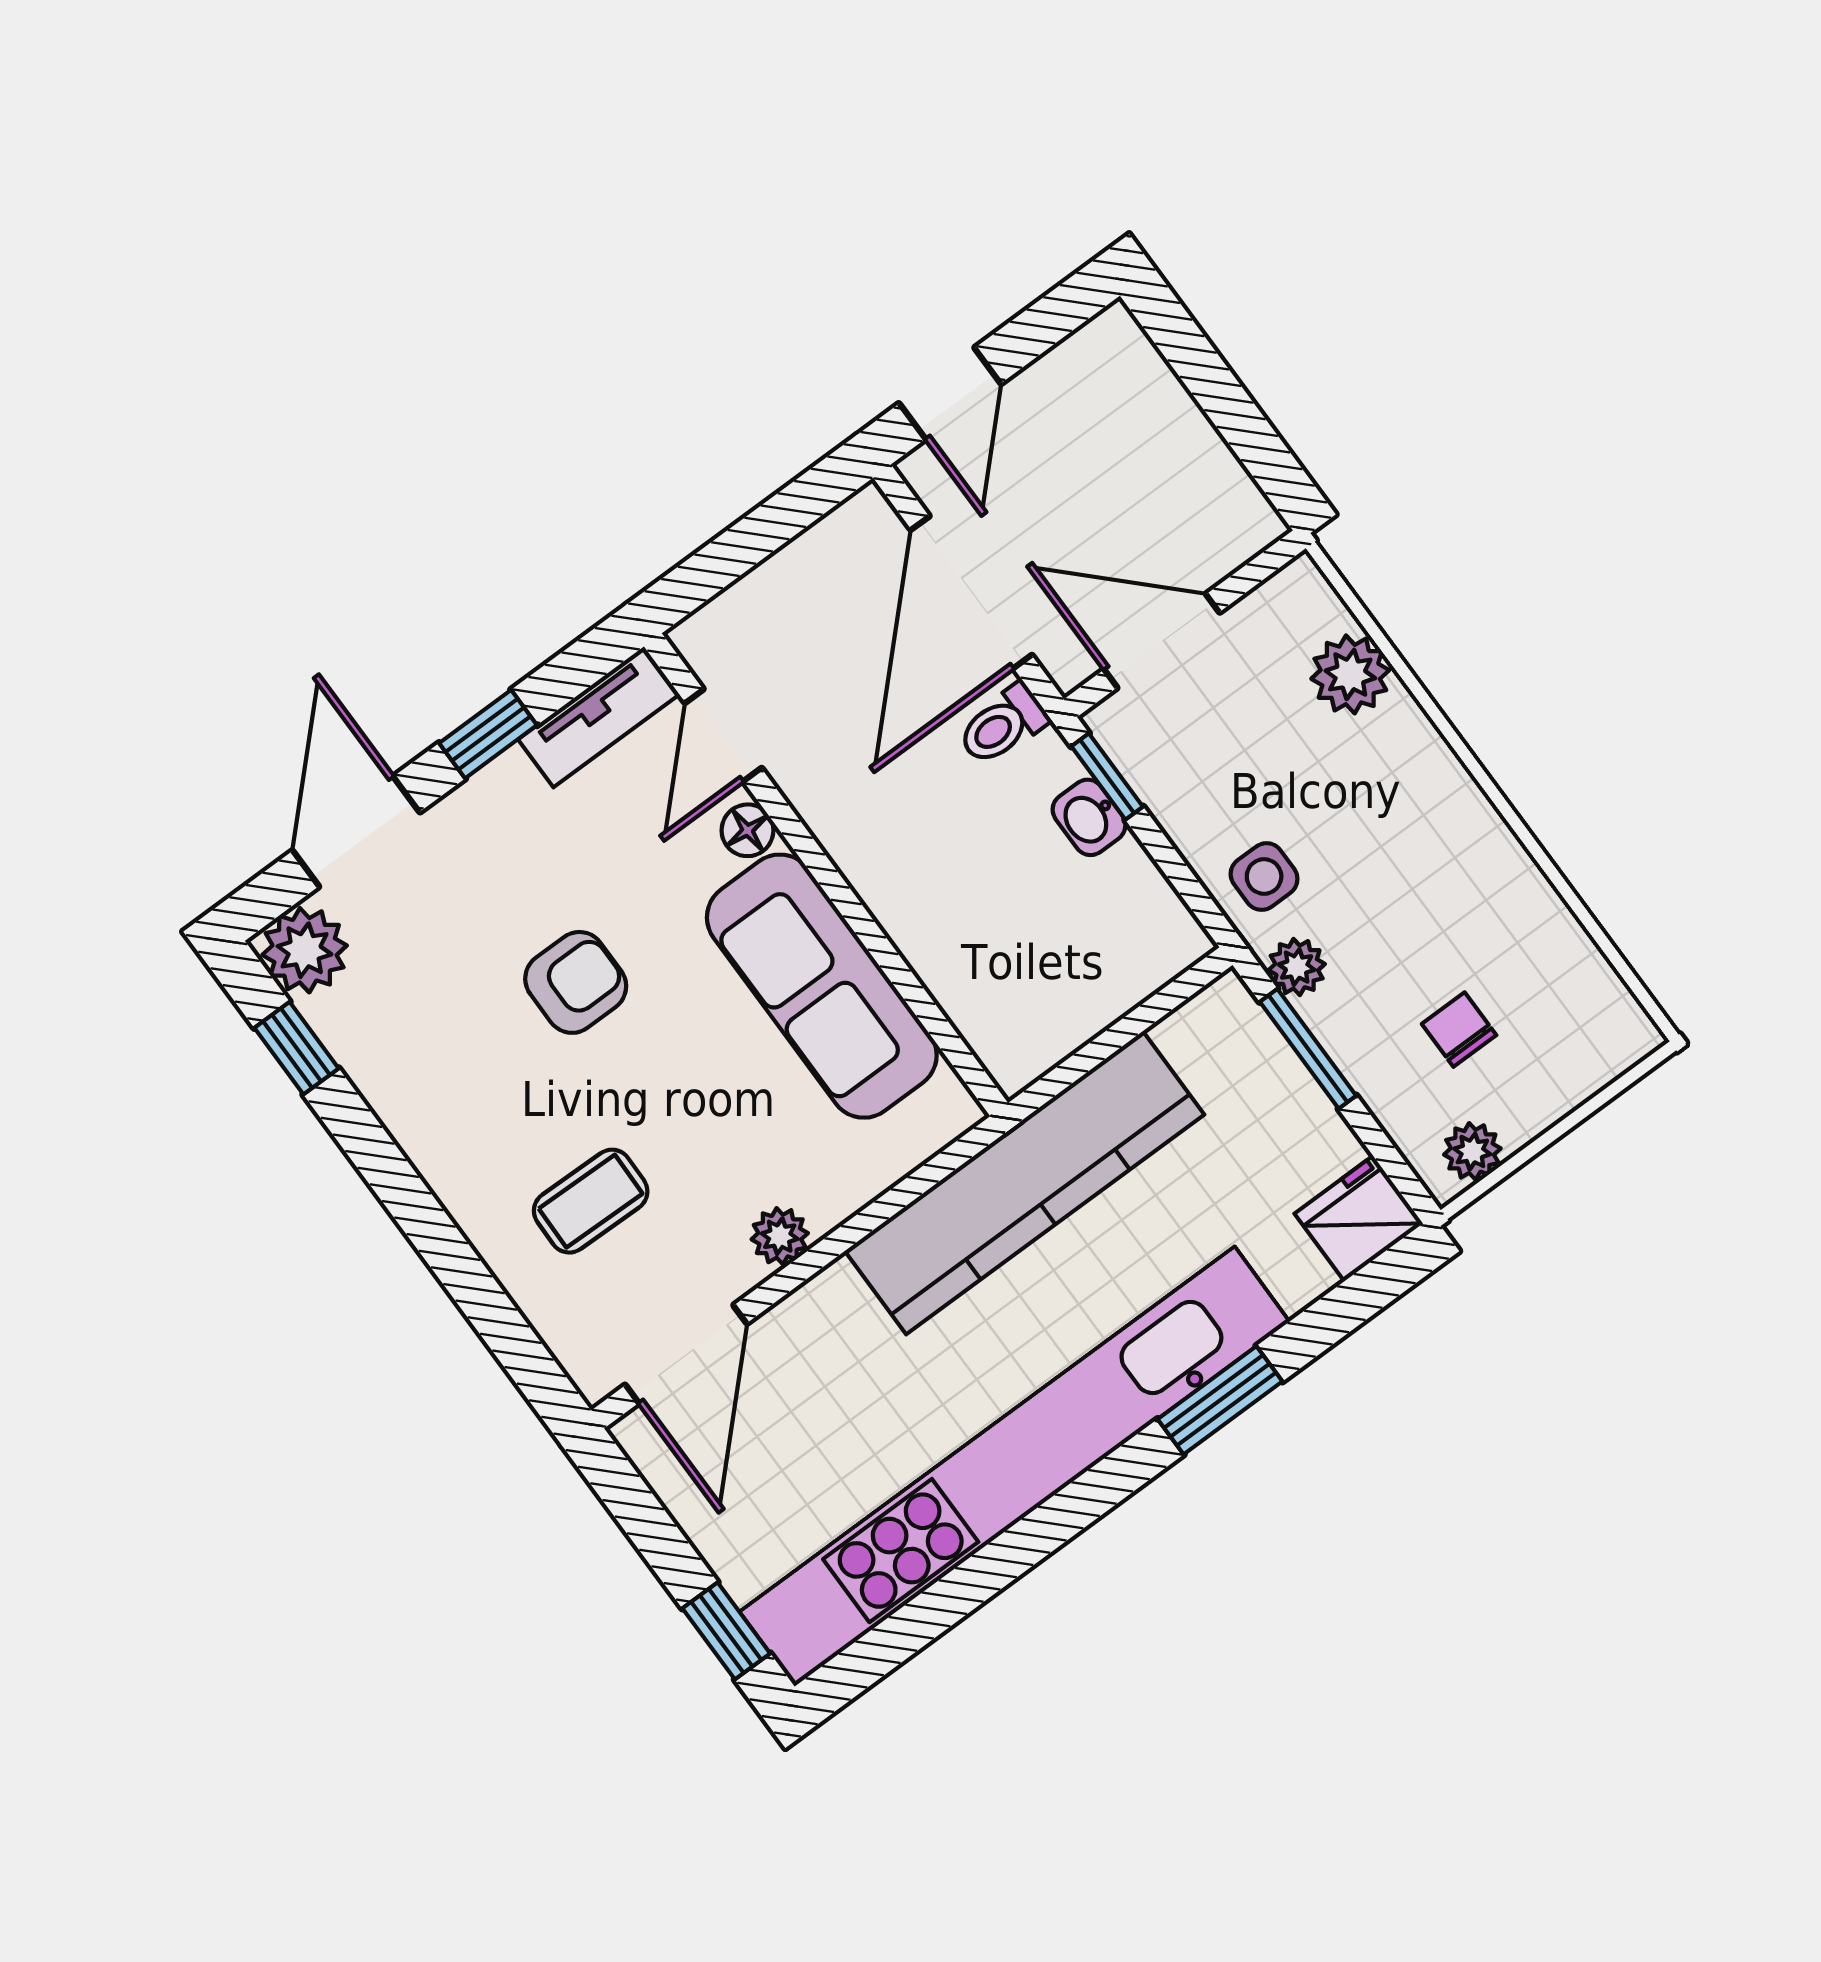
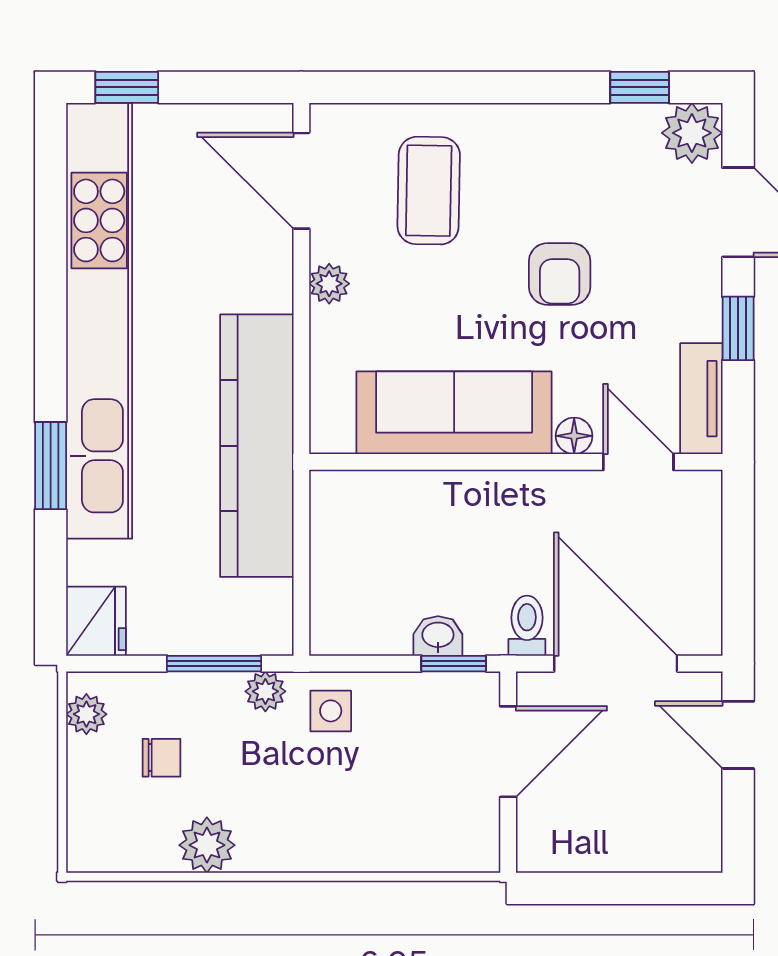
plant: (1350, 674) -> (207, 845), moved
coffee table: (591, 1201) -> (429, 191), width x1.36, depth x1.30

